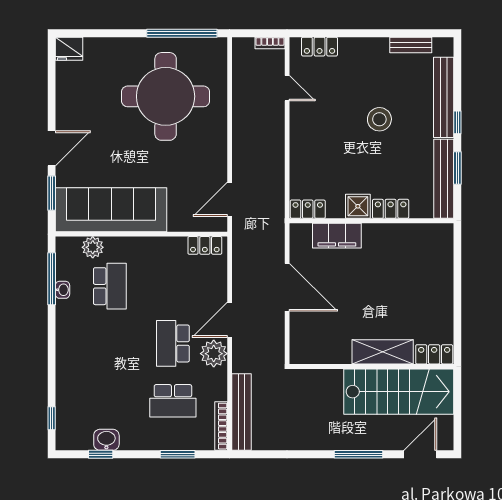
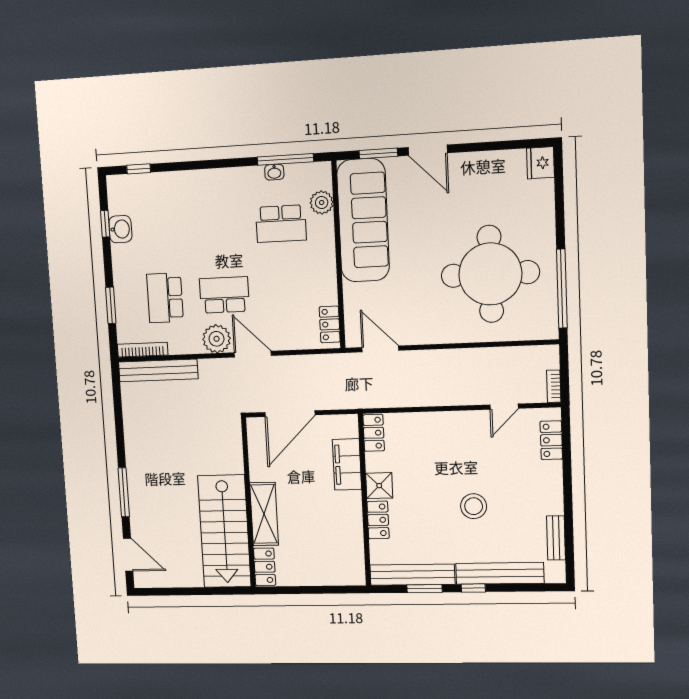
shelving: (383, 352) -> (264, 514), moved
locker: (434, 354) -> (265, 567), moved
wall: (371, 366) -> (249, 503), moved
stairs: (399, 392) -> (224, 531), moved

